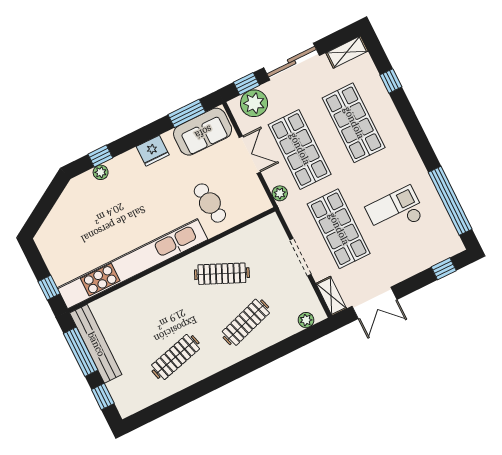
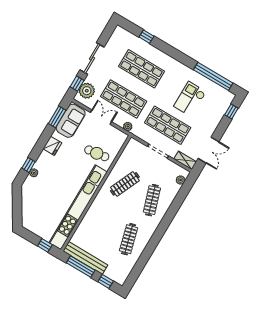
shelving: (347, 52) -> (116, 36), removed

